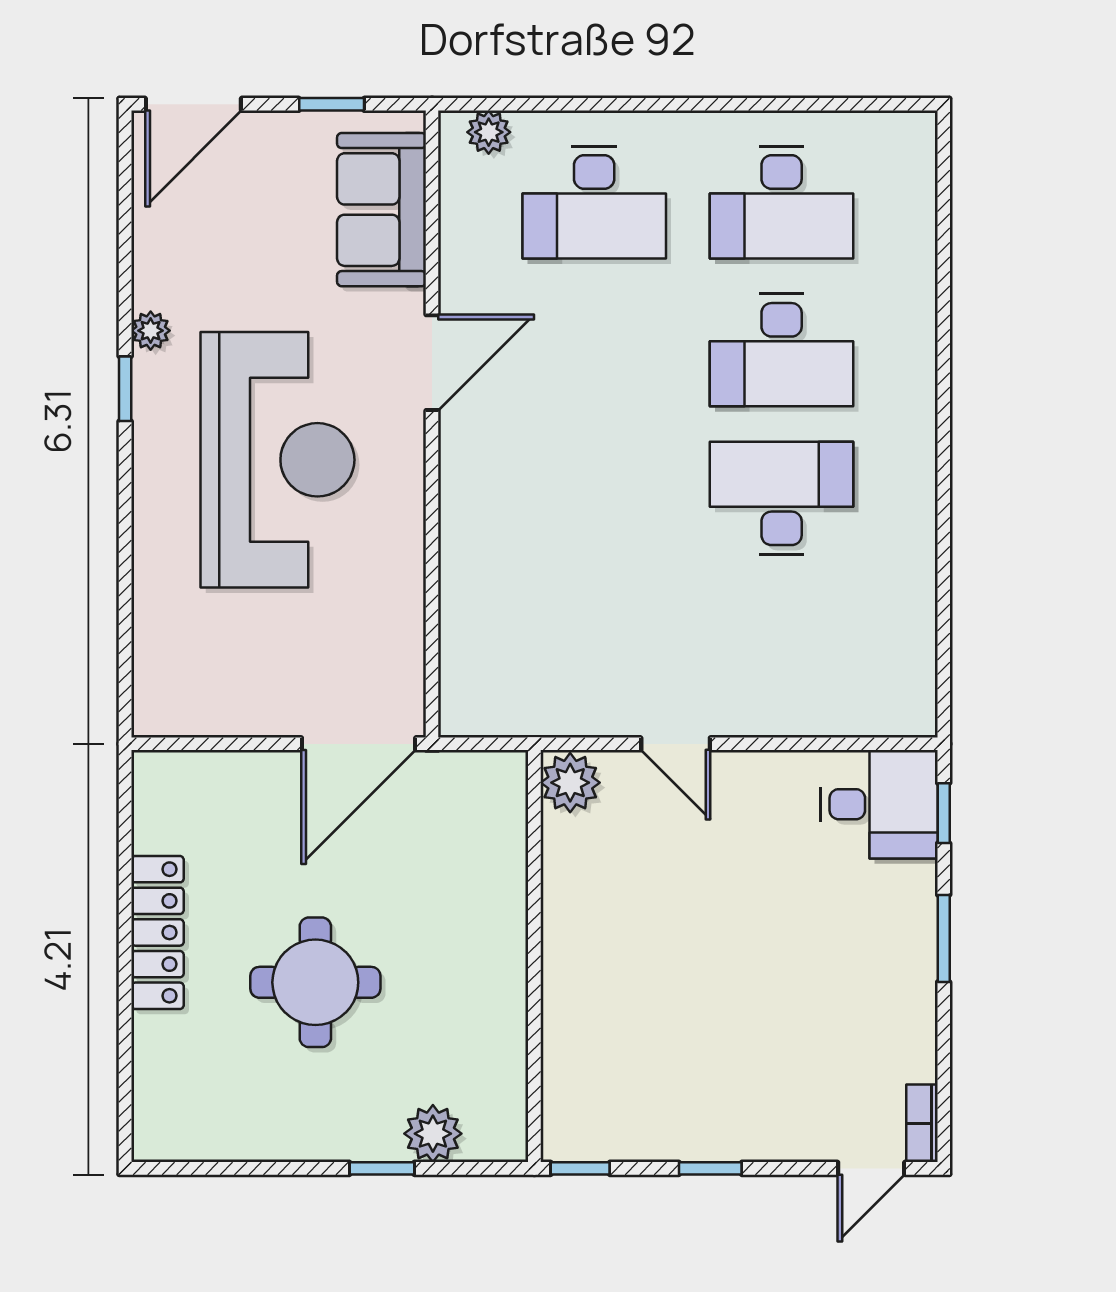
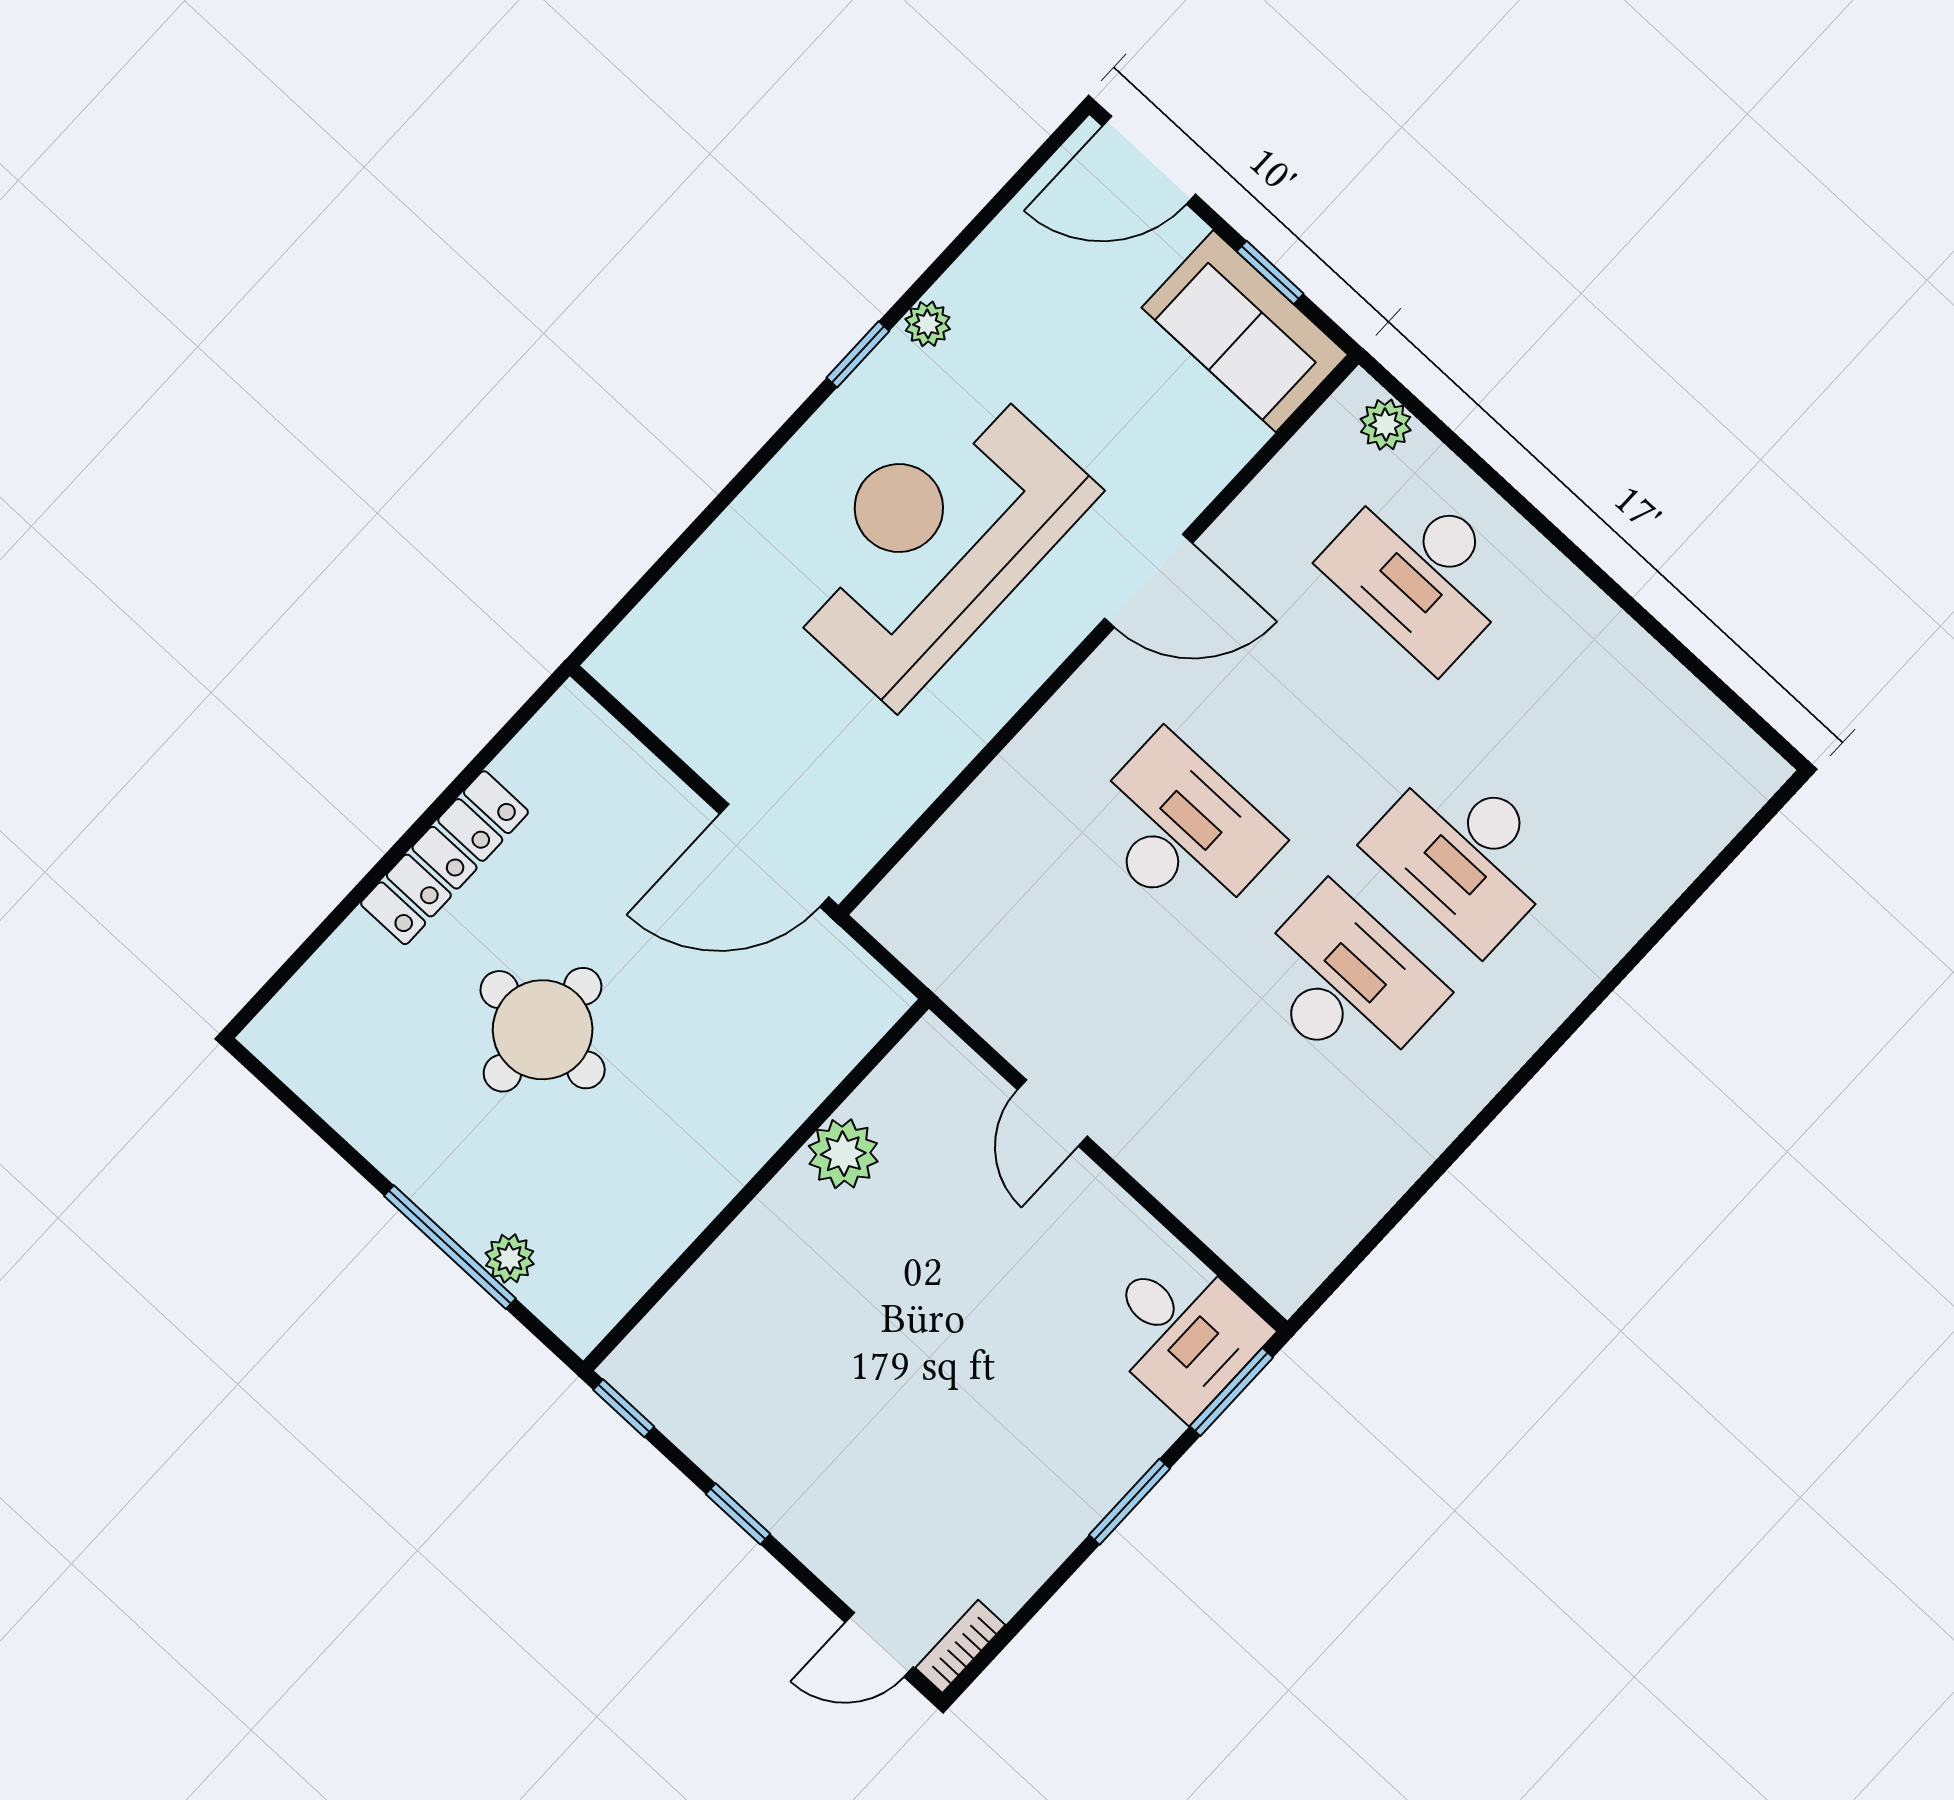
desk: (782, 202) -> (1181, 831), moved, turned 180
sofa: (382, 210) -> (1245, 331), moved, turned -90
reception desk: (277, 460) -> (934, 540), turned 180
plant: (570, 783) -> (843, 1154), moved
window: (944, 813) -> (1231, 1392), width x1.50
plant: (433, 1134) -> (510, 1259), width x0.73, depth x0.73
window: (382, 1168) -> (450, 1247), width x2.17

